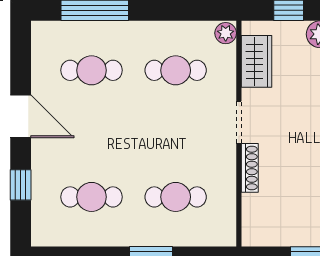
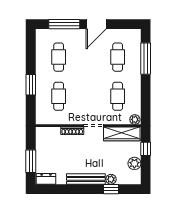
wardrobe: (257, 61) -> (122, 134), width x1.50
window: (21, 185) -> (64, 24), width x2.17

